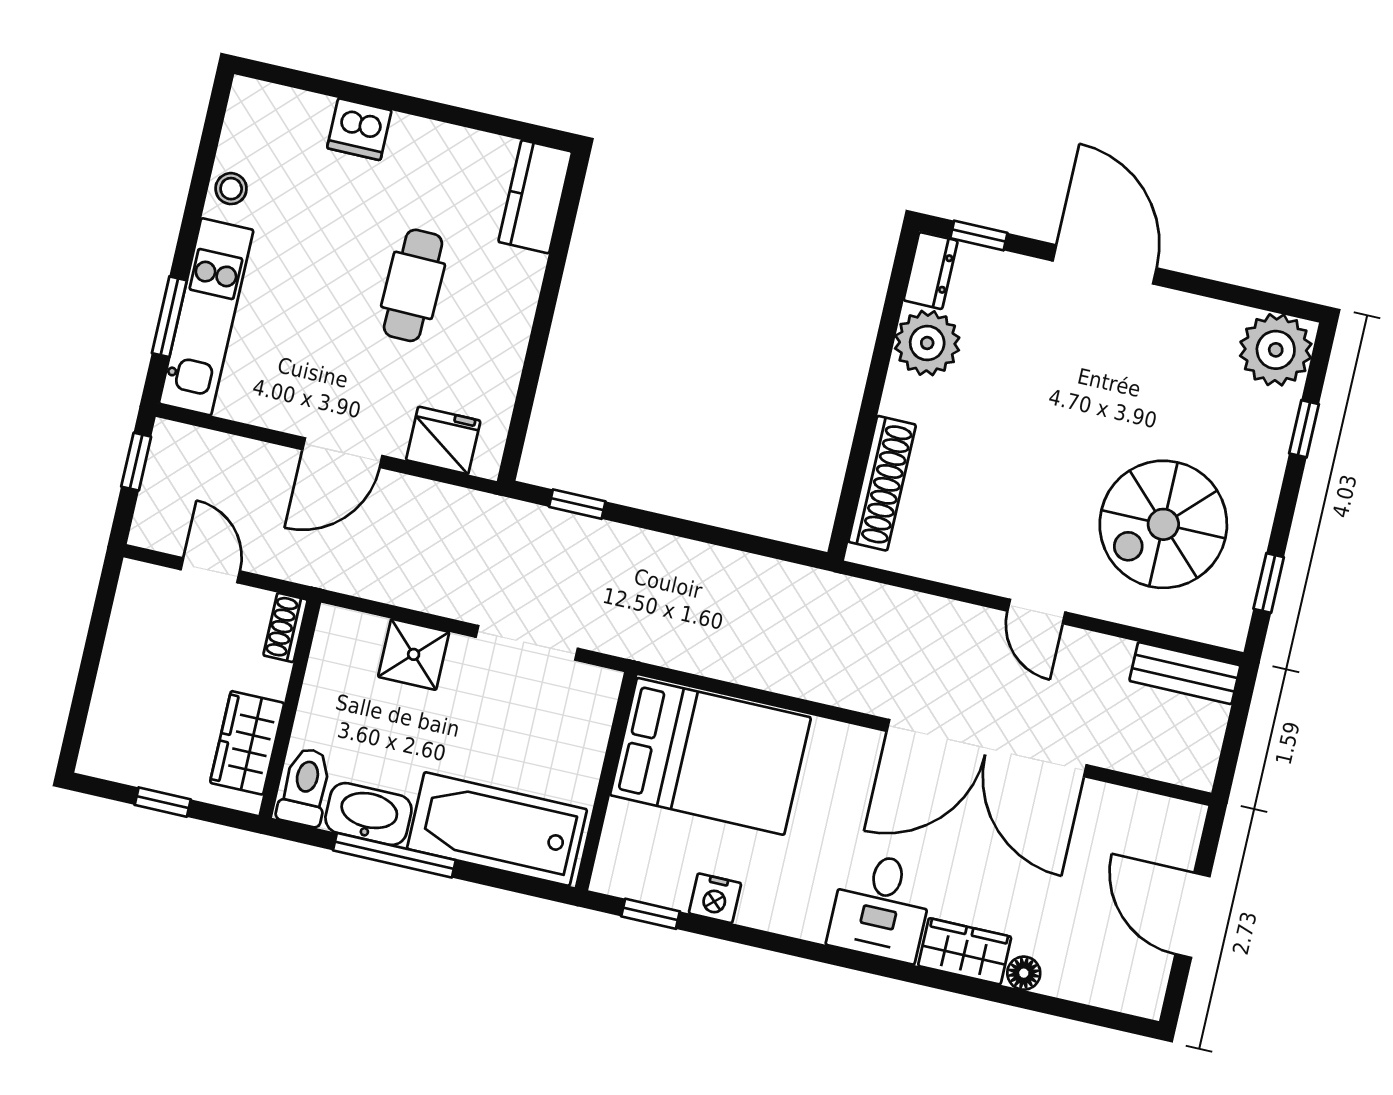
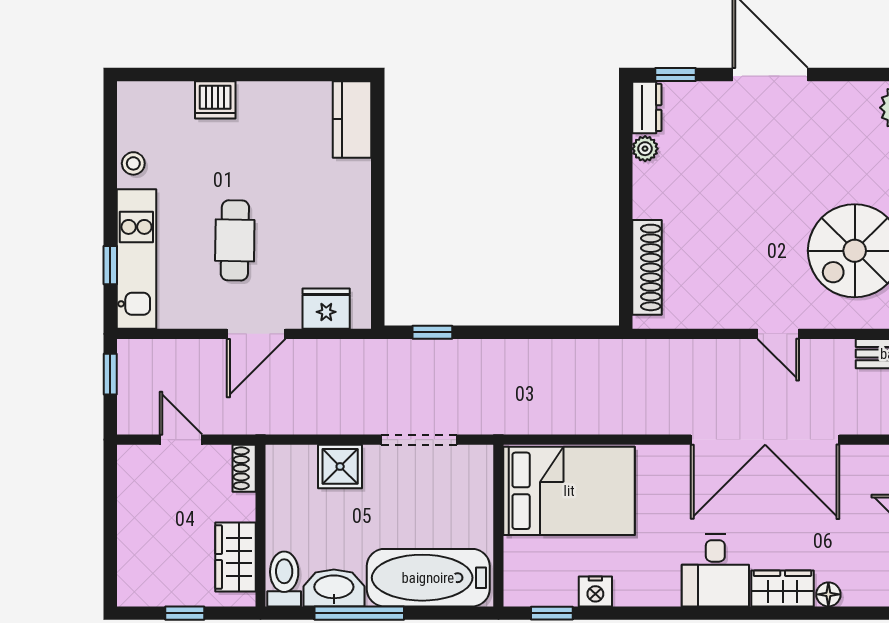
cafe table: (413, 285) -> (235, 240), moved
window: (169, 317) -> (110, 265), width x0.67
plant: (927, 343) -> (645, 149), width x0.53, depth x0.53

